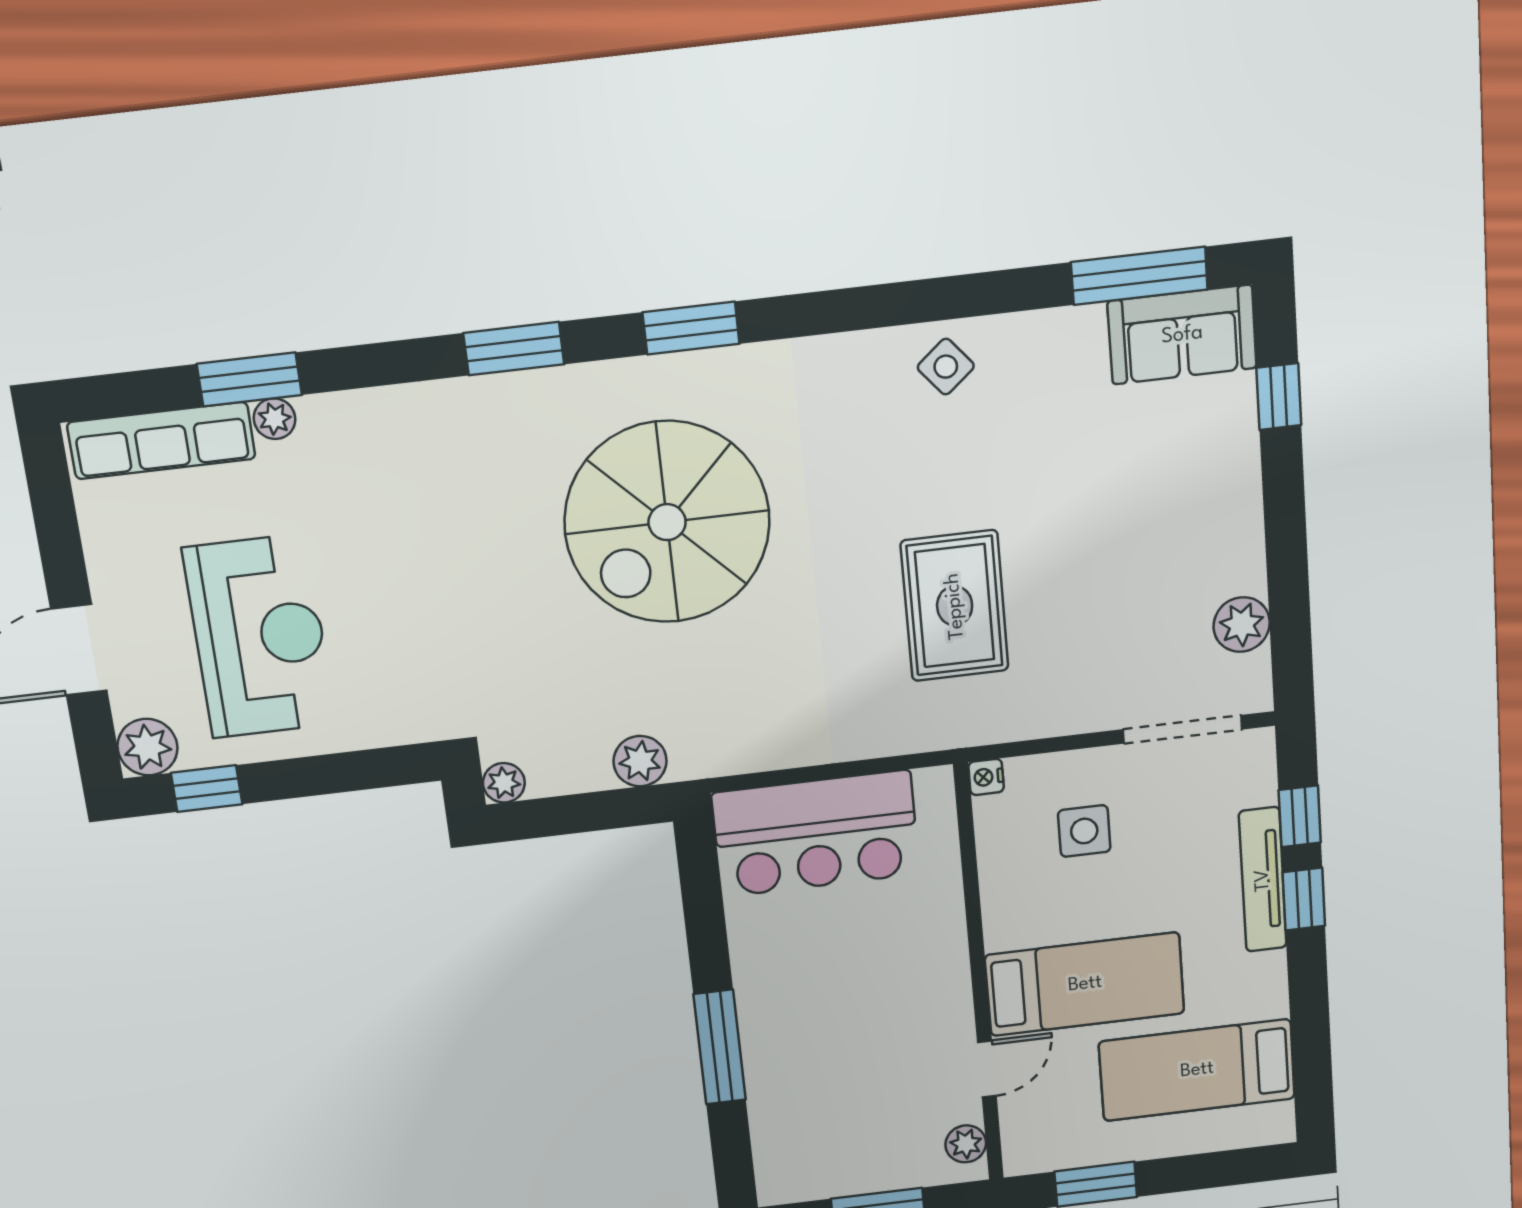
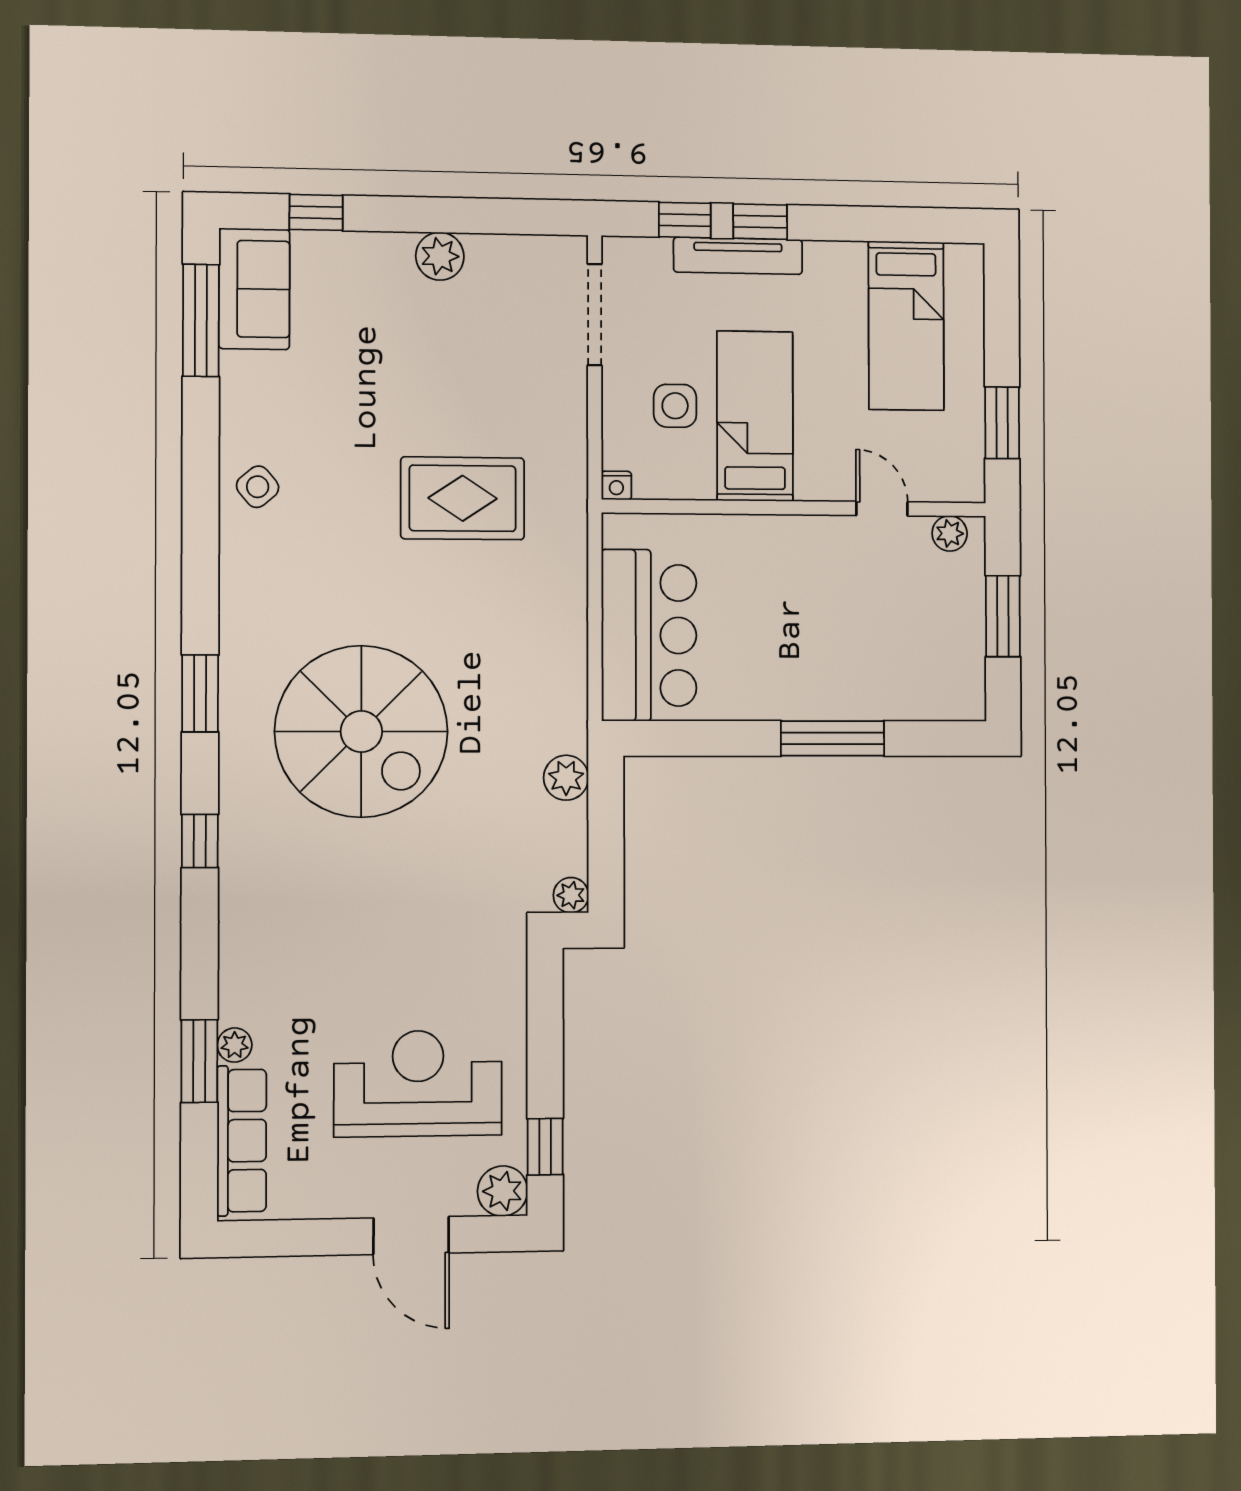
window: (514, 349) -> (200, 841), width x0.67
plant: (1242, 625) -> (440, 256), moved
bed: (1085, 984) -> (755, 416), moved

